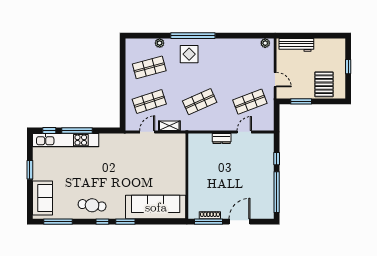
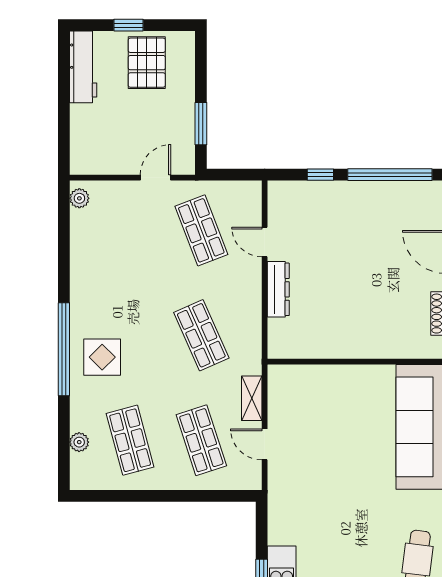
plant: (160, 43) -> (79, 442), moved
workbench: (296, 45) -> (83, 67), moved
pallet: (324, 84) -> (147, 63), moved, turned 90
dresser: (222, 138) -> (278, 289), width x1.44

